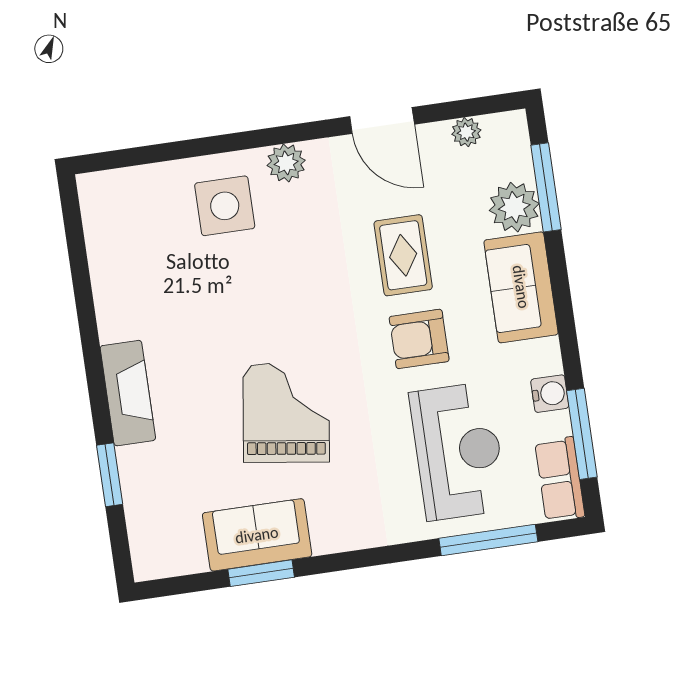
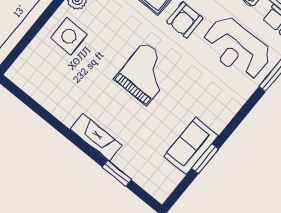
grand piano: (286, 413) -> (145, 74), moved, turned 82
reception desk: (458, 451) -> (237, 48), turned 180

